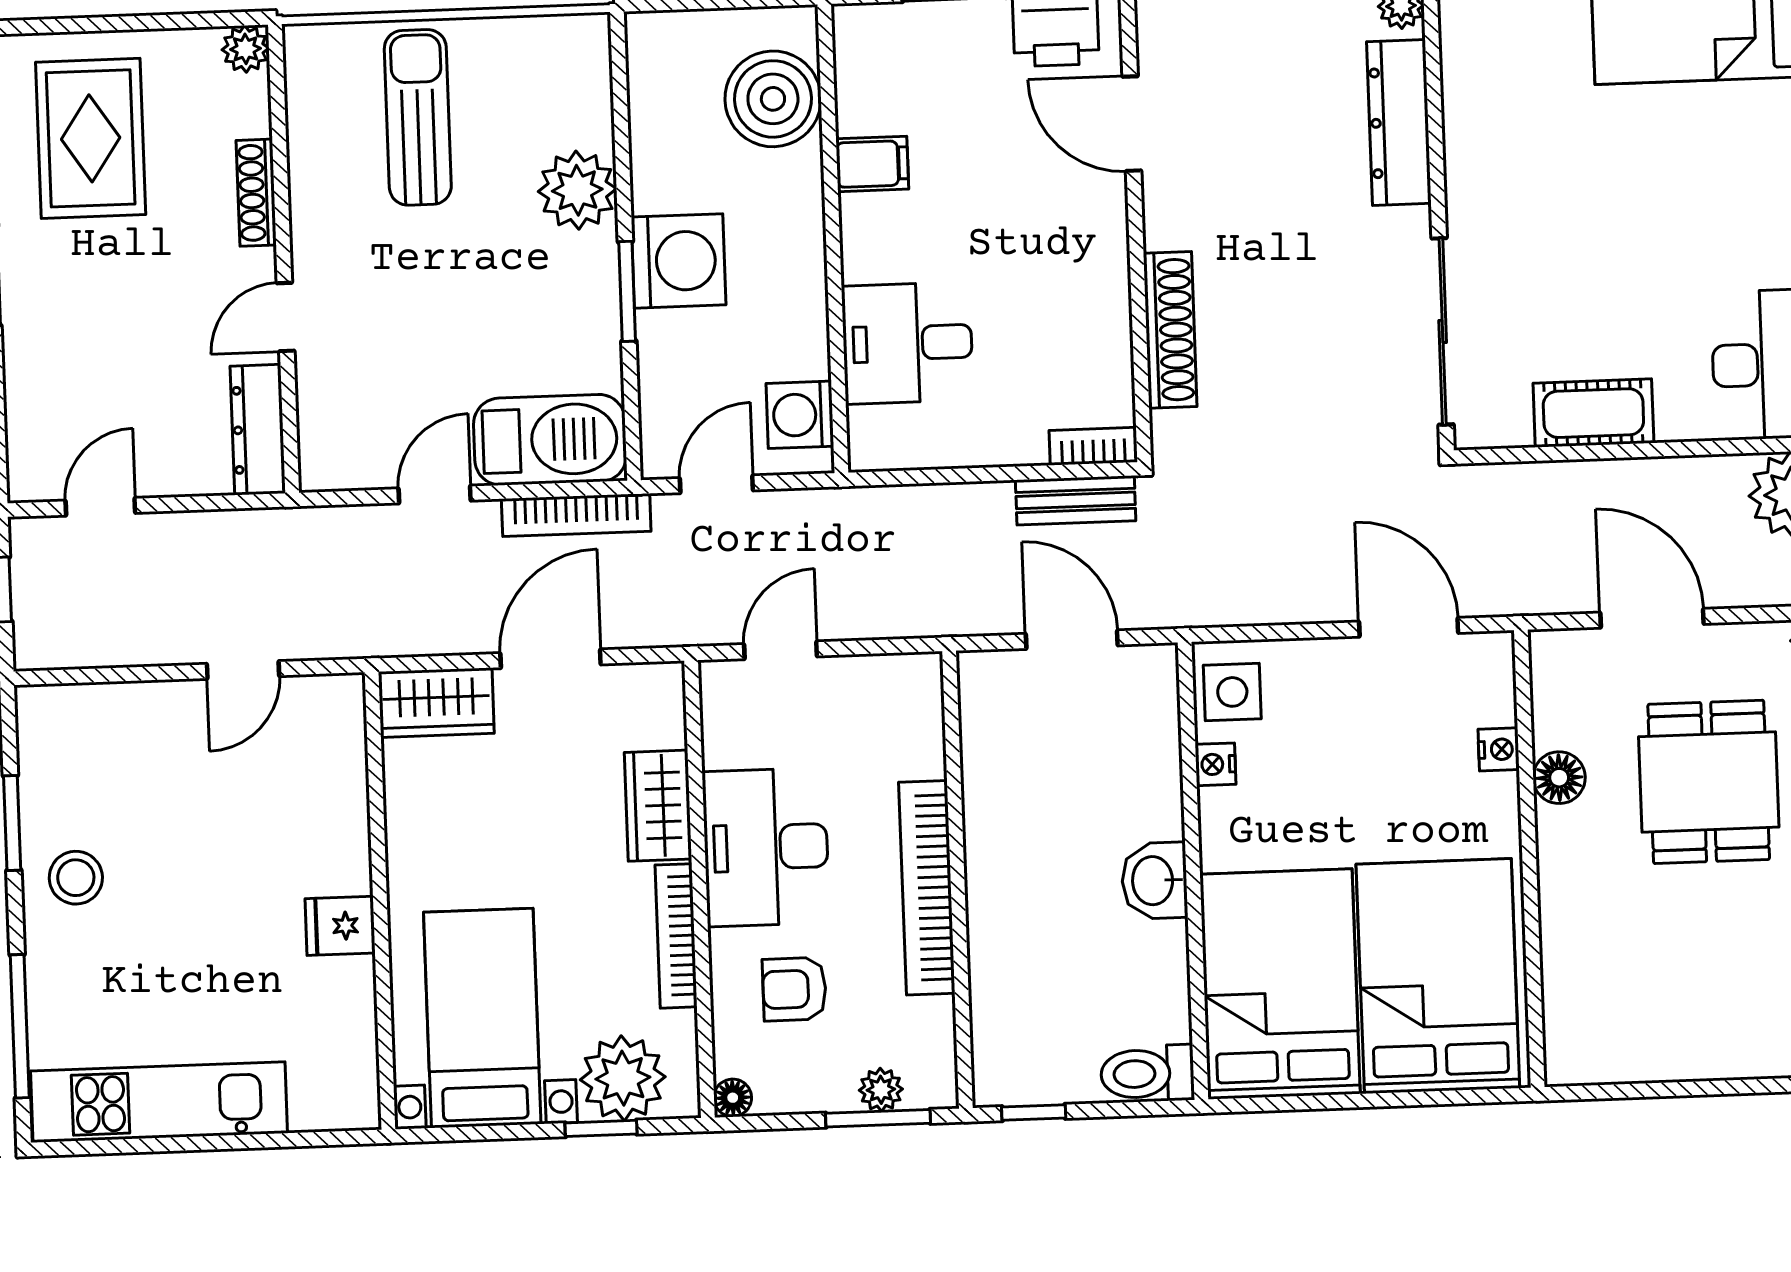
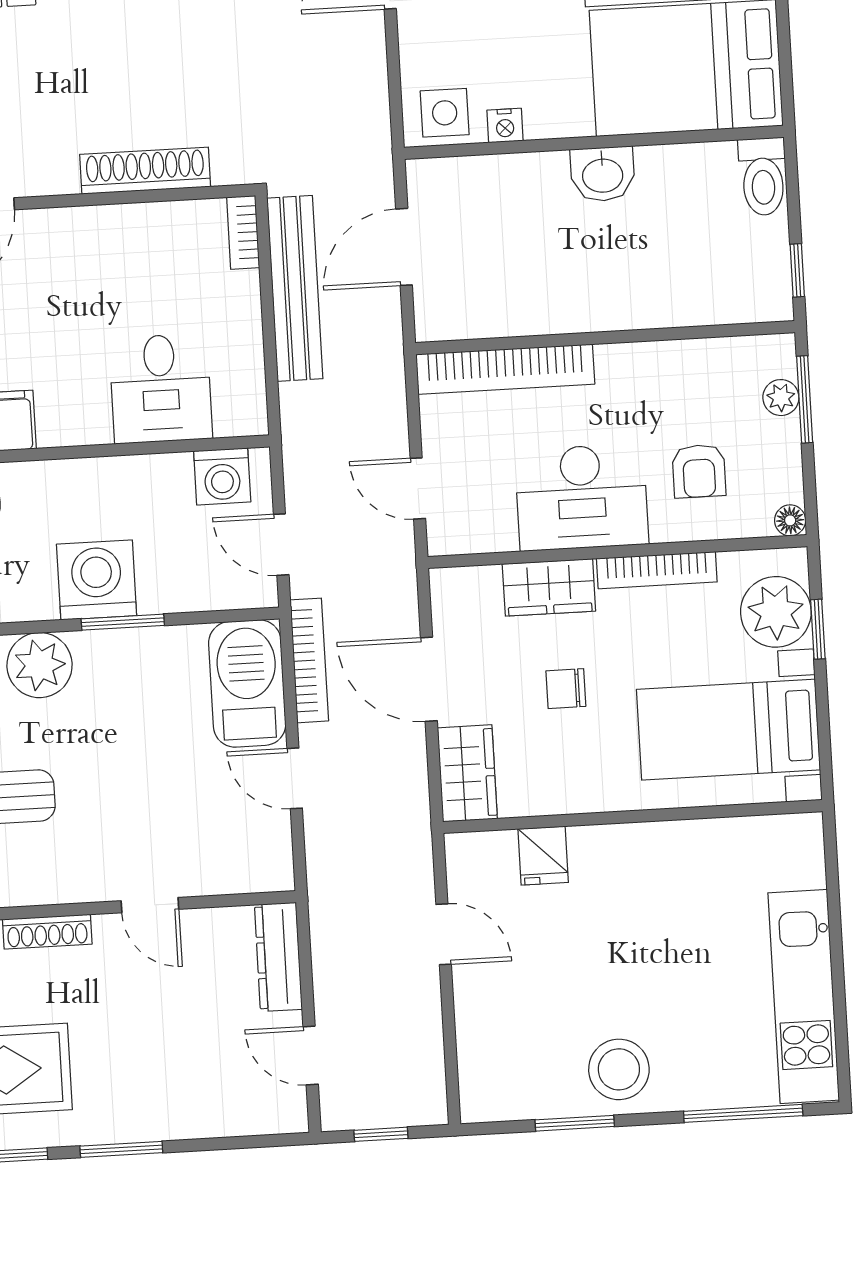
dresser: (258, 430) -> (278, 957), moved, turned 90
bench: (1076, 500) -> (295, 288), width x1.86, depth x1.21
chair: (536, 823) -> (566, 689), added
stool: (76, 878) -> (619, 1069), width x1.38, depth x1.38
bookcase: (927, 888) -> (505, 369), moved
fridge: (340, 926) -> (543, 856), moved

